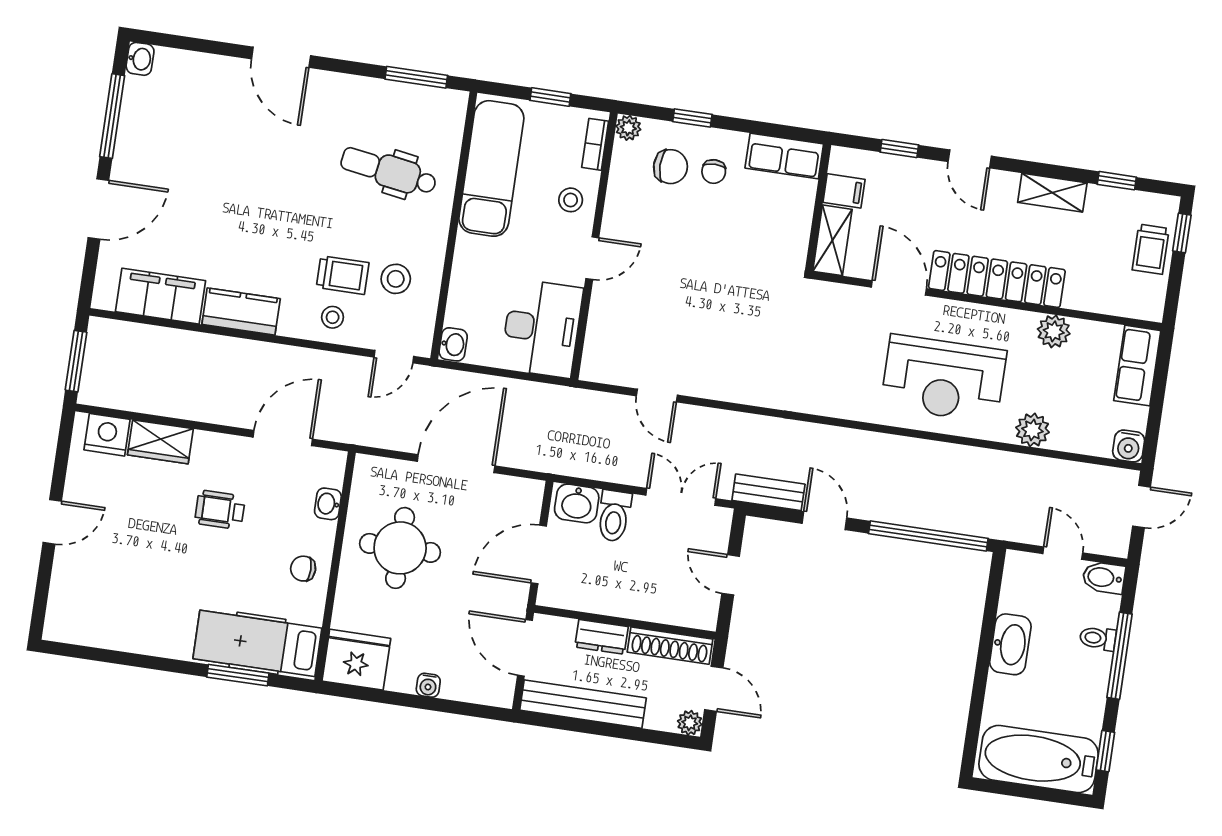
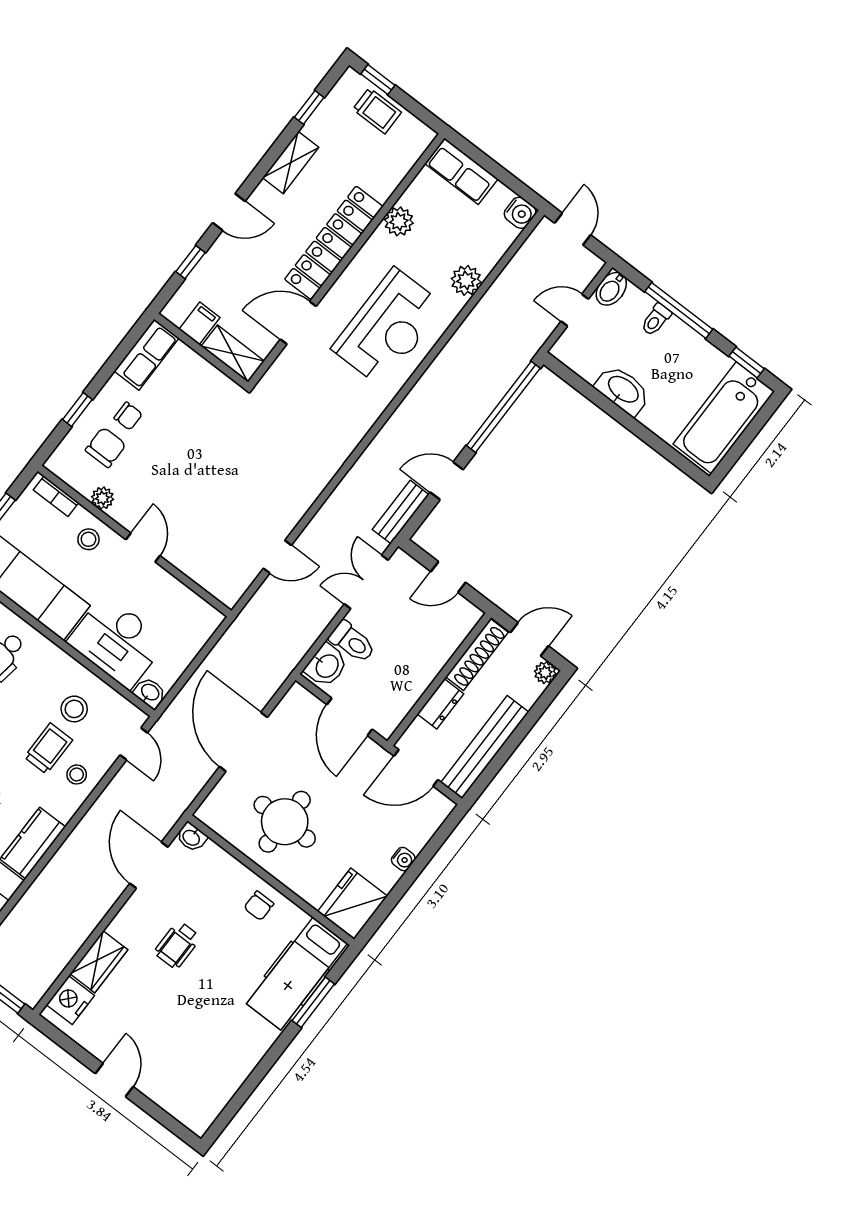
plant: (628, 128) -> (102, 498), moved
desk: (542, 328) -> (117, 642), moved, turned 180
washbasin: (328, 504) -> (192, 837), moved

